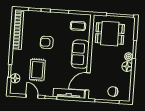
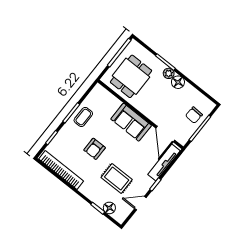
coffee table: (78, 26) -> (83, 117), moved

